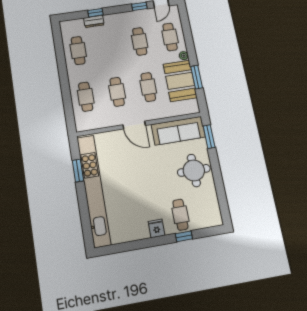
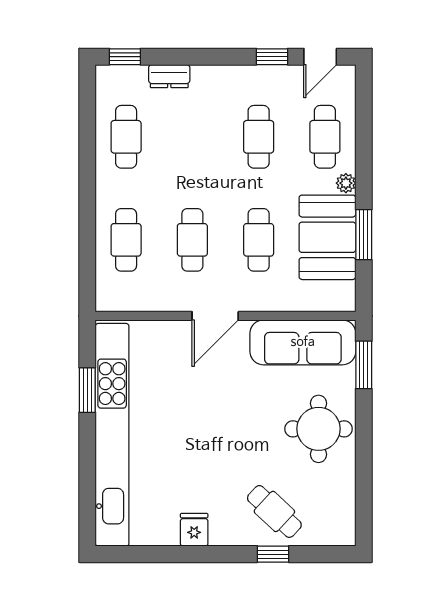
window: (95, 13) -> (125, 57), moved
door: (134, 125) -> (215, 316), hinge flipped
cafe table: (180, 215) -> (274, 511), turned -47
fridge: (156, 228) -> (194, 530), moved

